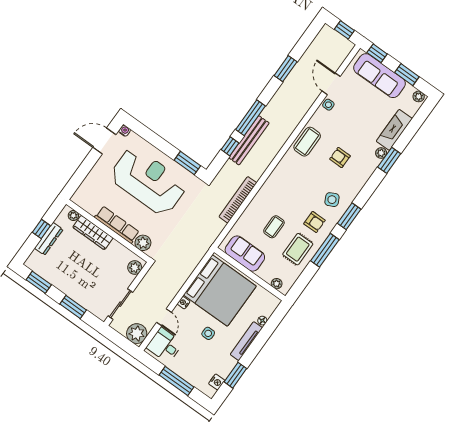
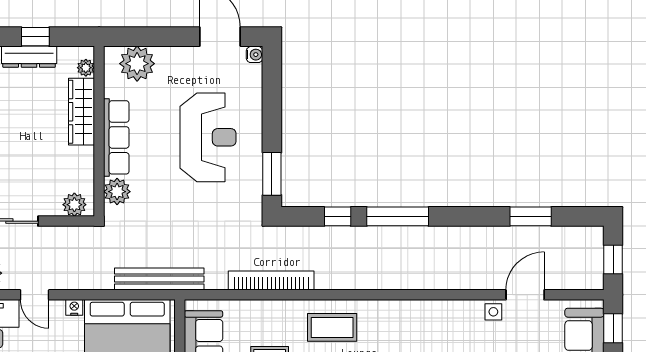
window: (286, 69) -> (531, 216), moved
bench: (249, 140) -> (159, 279), moved
coffee table: (307, 142) -> (332, 327), moved
reception desk: (148, 181) -> (208, 137), width x0.74, depth x0.77
plant: (89, 190) -> (137, 64), added
door: (164, 317) -> (35, 295), hinge flipped

